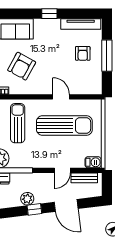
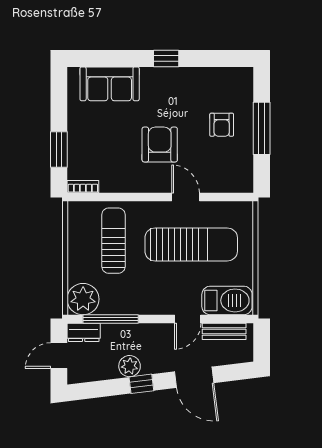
tv unit: (81, 24) -> (218, 76), removed
armchair: (22, 66) -> (160, 144), moved, turned 151
barbecue: (93, 162) -> (227, 300), width x1.88, depth x1.53

